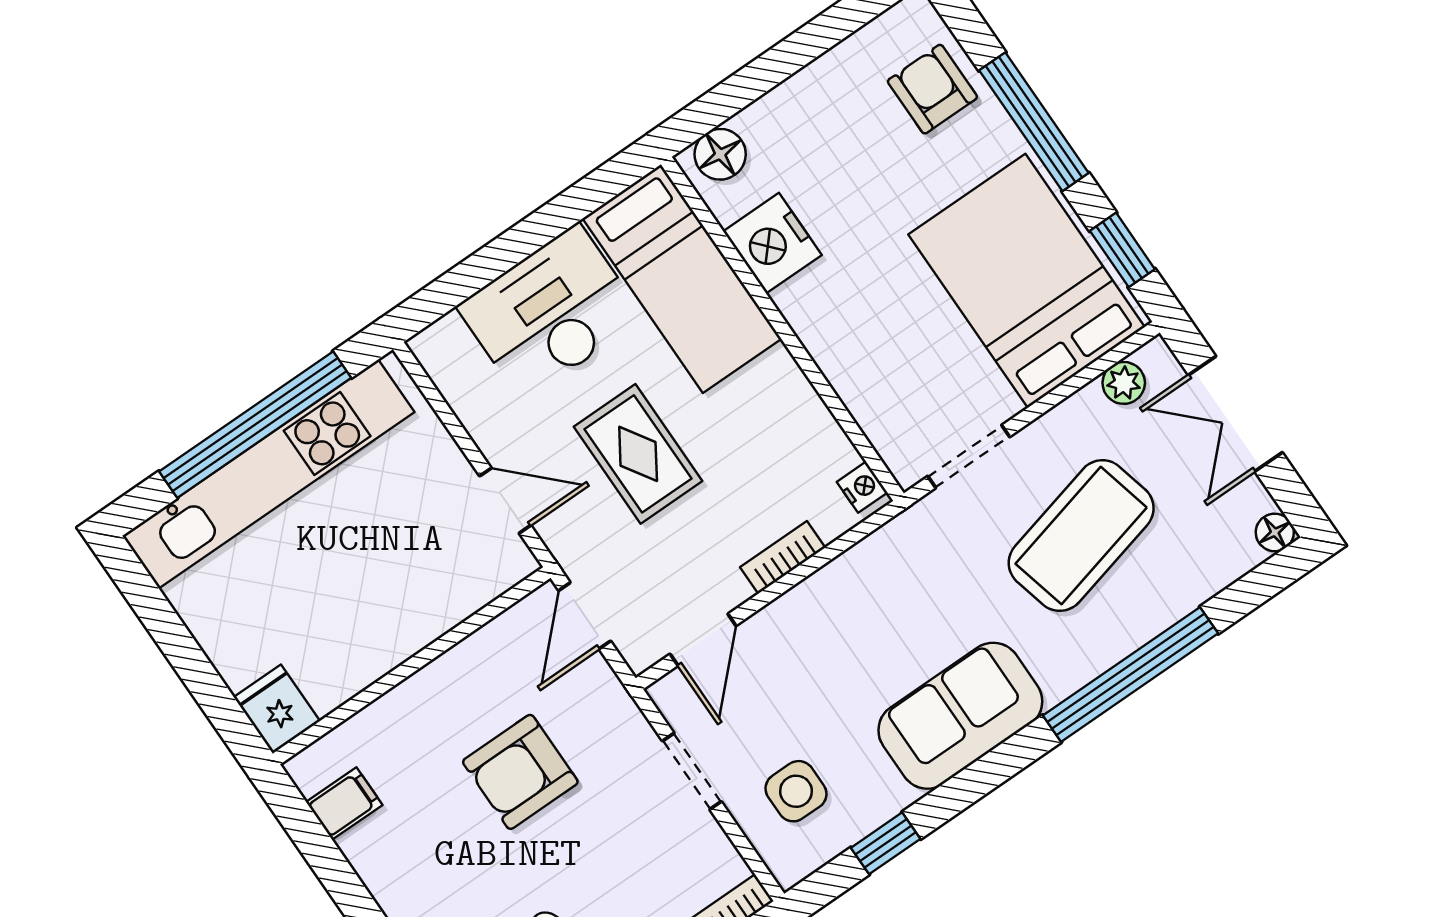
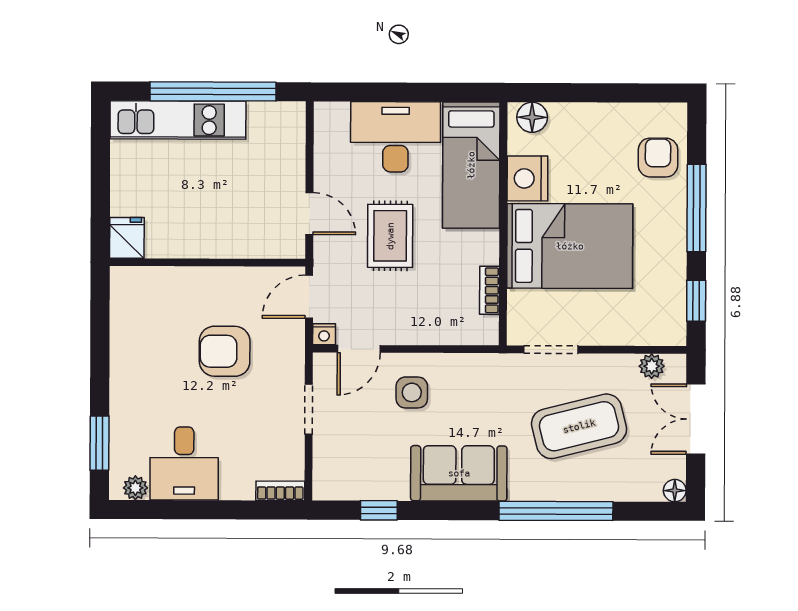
bed: (1027, 281) -> (570, 246), moved, turned 90
kitchen unit: (268, 474) -> (178, 120), width x0.73
nightstand: (862, 487) -> (324, 334), moved, turned 90
bookcase: (783, 557) -> (490, 290), moved, turned -90
side table: (796, 791) -> (412, 392), moved
filing cabinet: (344, 804) -> (128, 307), removed

